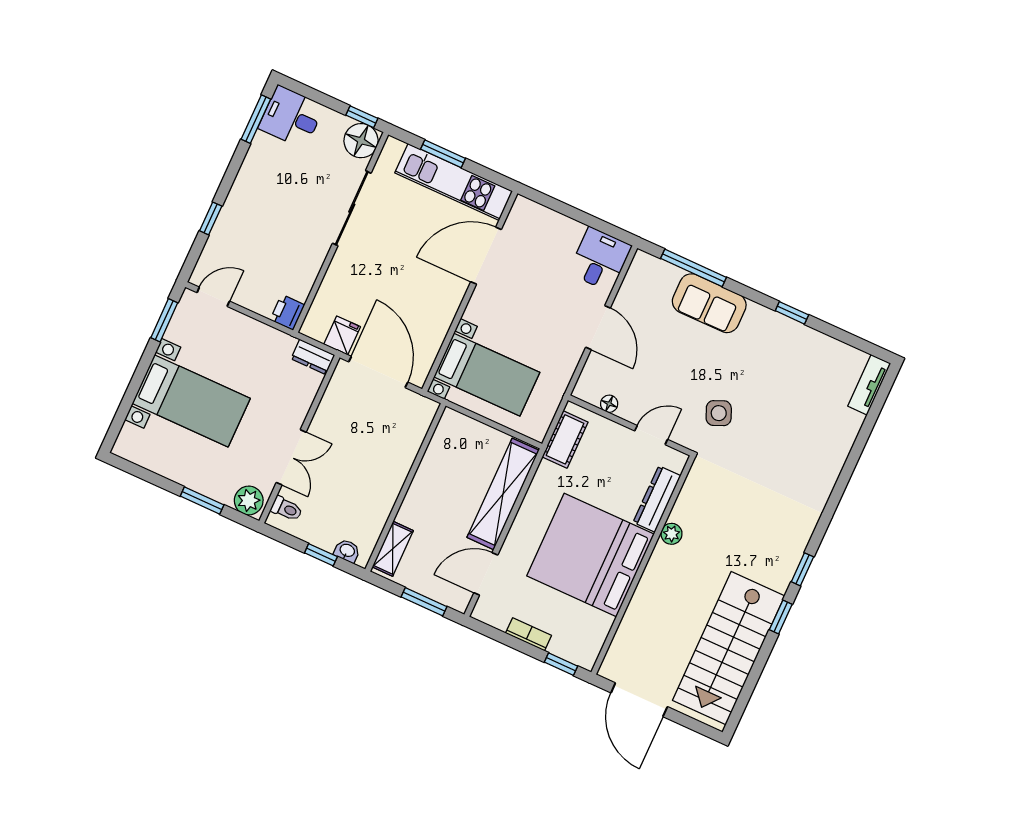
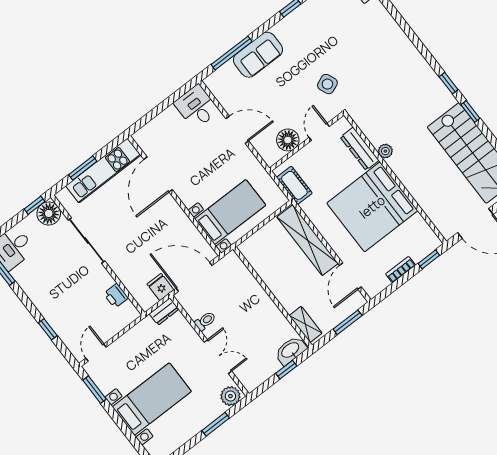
printer: (287, 312) -> (116, 296), moved
floor lamp: (609, 404) -> (288, 140), width x1.89, depth x1.89
toilet: (287, 509) -> (205, 321), moved
washbasin: (347, 551) -> (290, 350), width x1.91, depth x1.45

